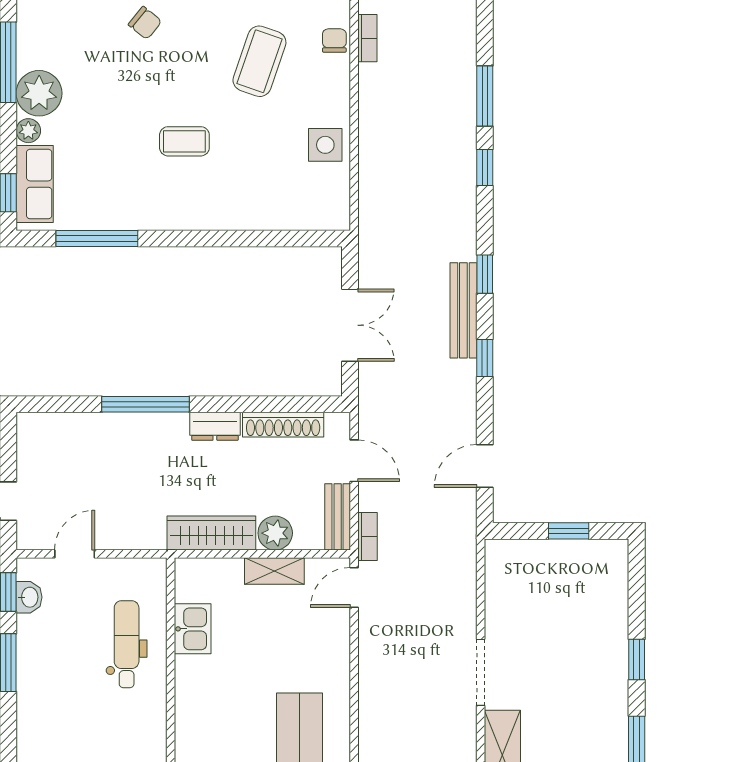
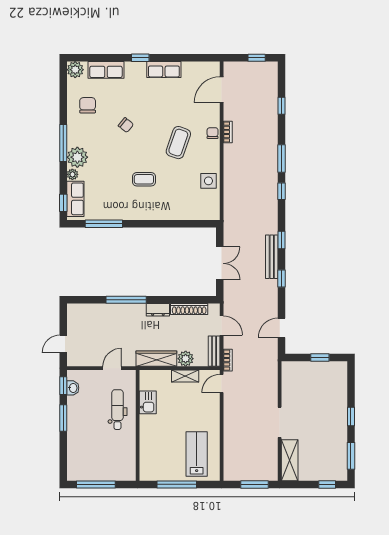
door: (75, 554) -> (112, 368), moved

